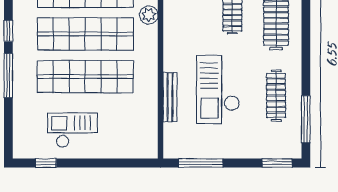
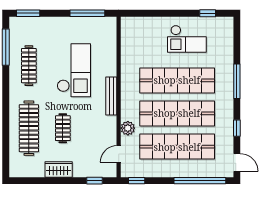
window: (8, 31) -> (237, 128), moved
bench: (170, 97) -> (111, 96), moved

